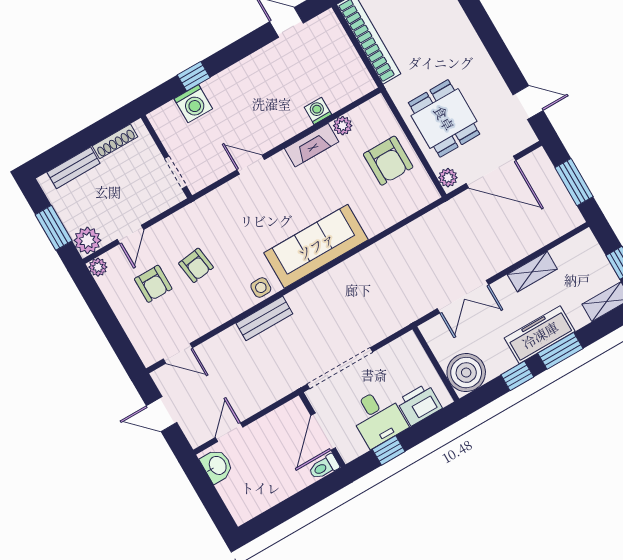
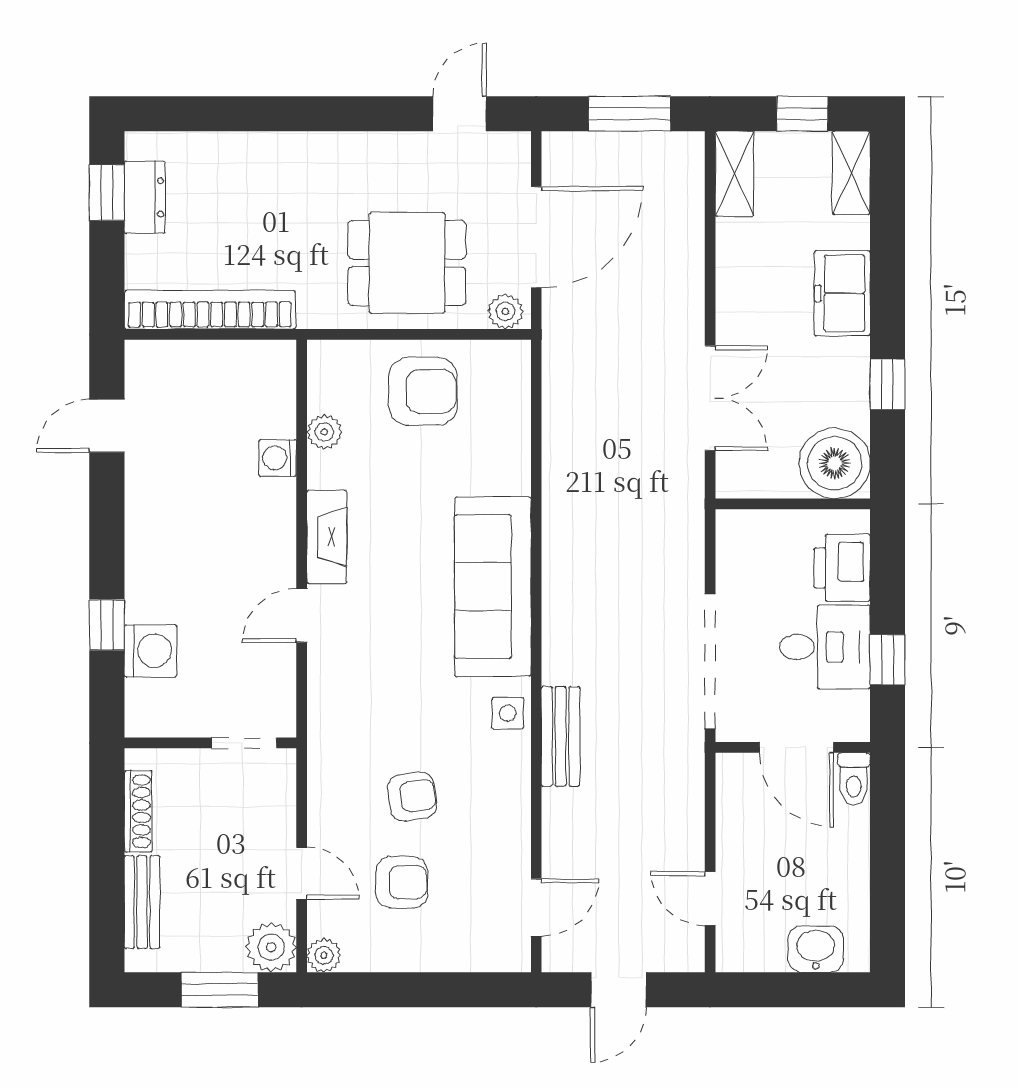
fireplace: (312, 145) -> (327, 537), moved
shelving: (532, 272) -> (734, 174), moved
freezer: (540, 335) -> (842, 293), width x0.71
window: (560, 351) -> (887, 292), removed
washbasin: (217, 466) -> (816, 949), moved

